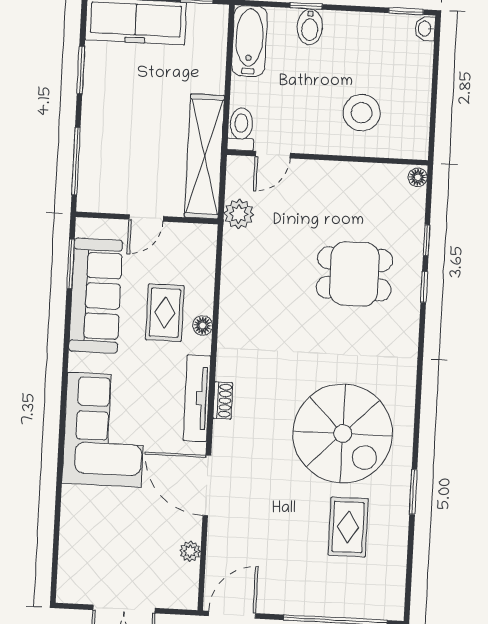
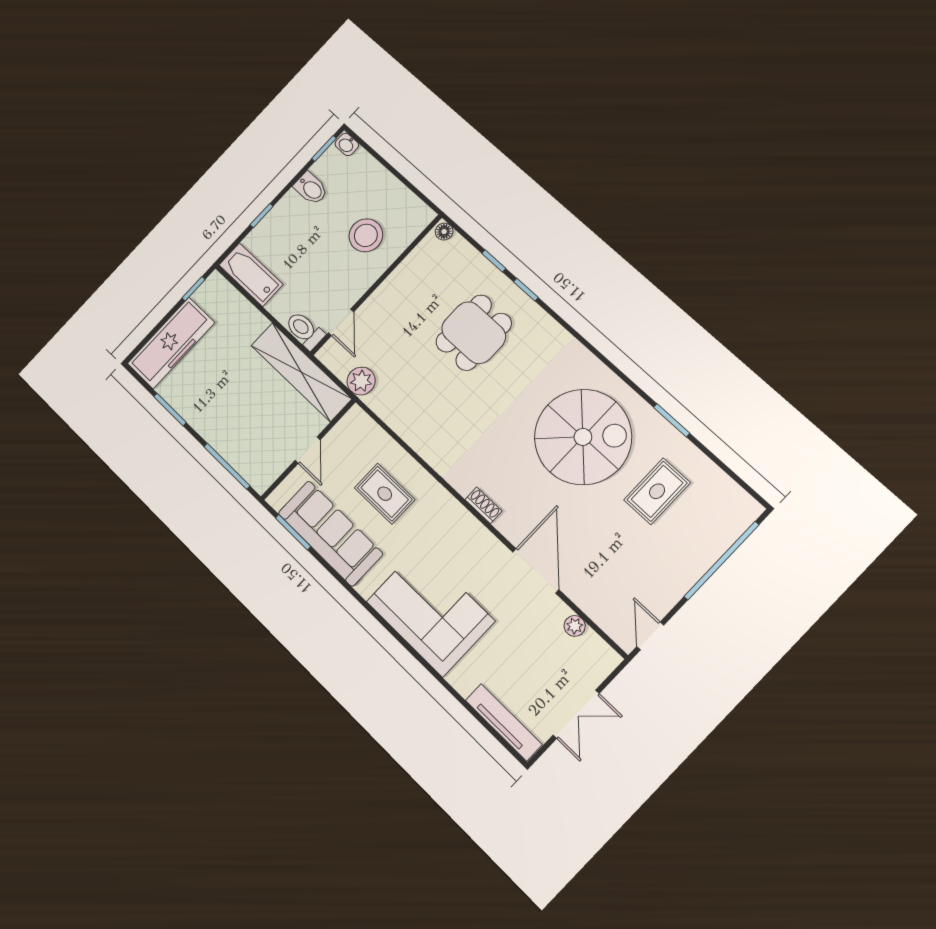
bidet: (310, 27) -> (311, 188), moved
floor lamp: (203, 325) -> (417, 474), removed
tv unit: (197, 398) -> (504, 722), moved, turned 180
door: (207, 485) -> (536, 571), swing flipped
rug: (348, 527) -> (657, 491), turned 90
door: (232, 615) -> (650, 636), width x0.73

